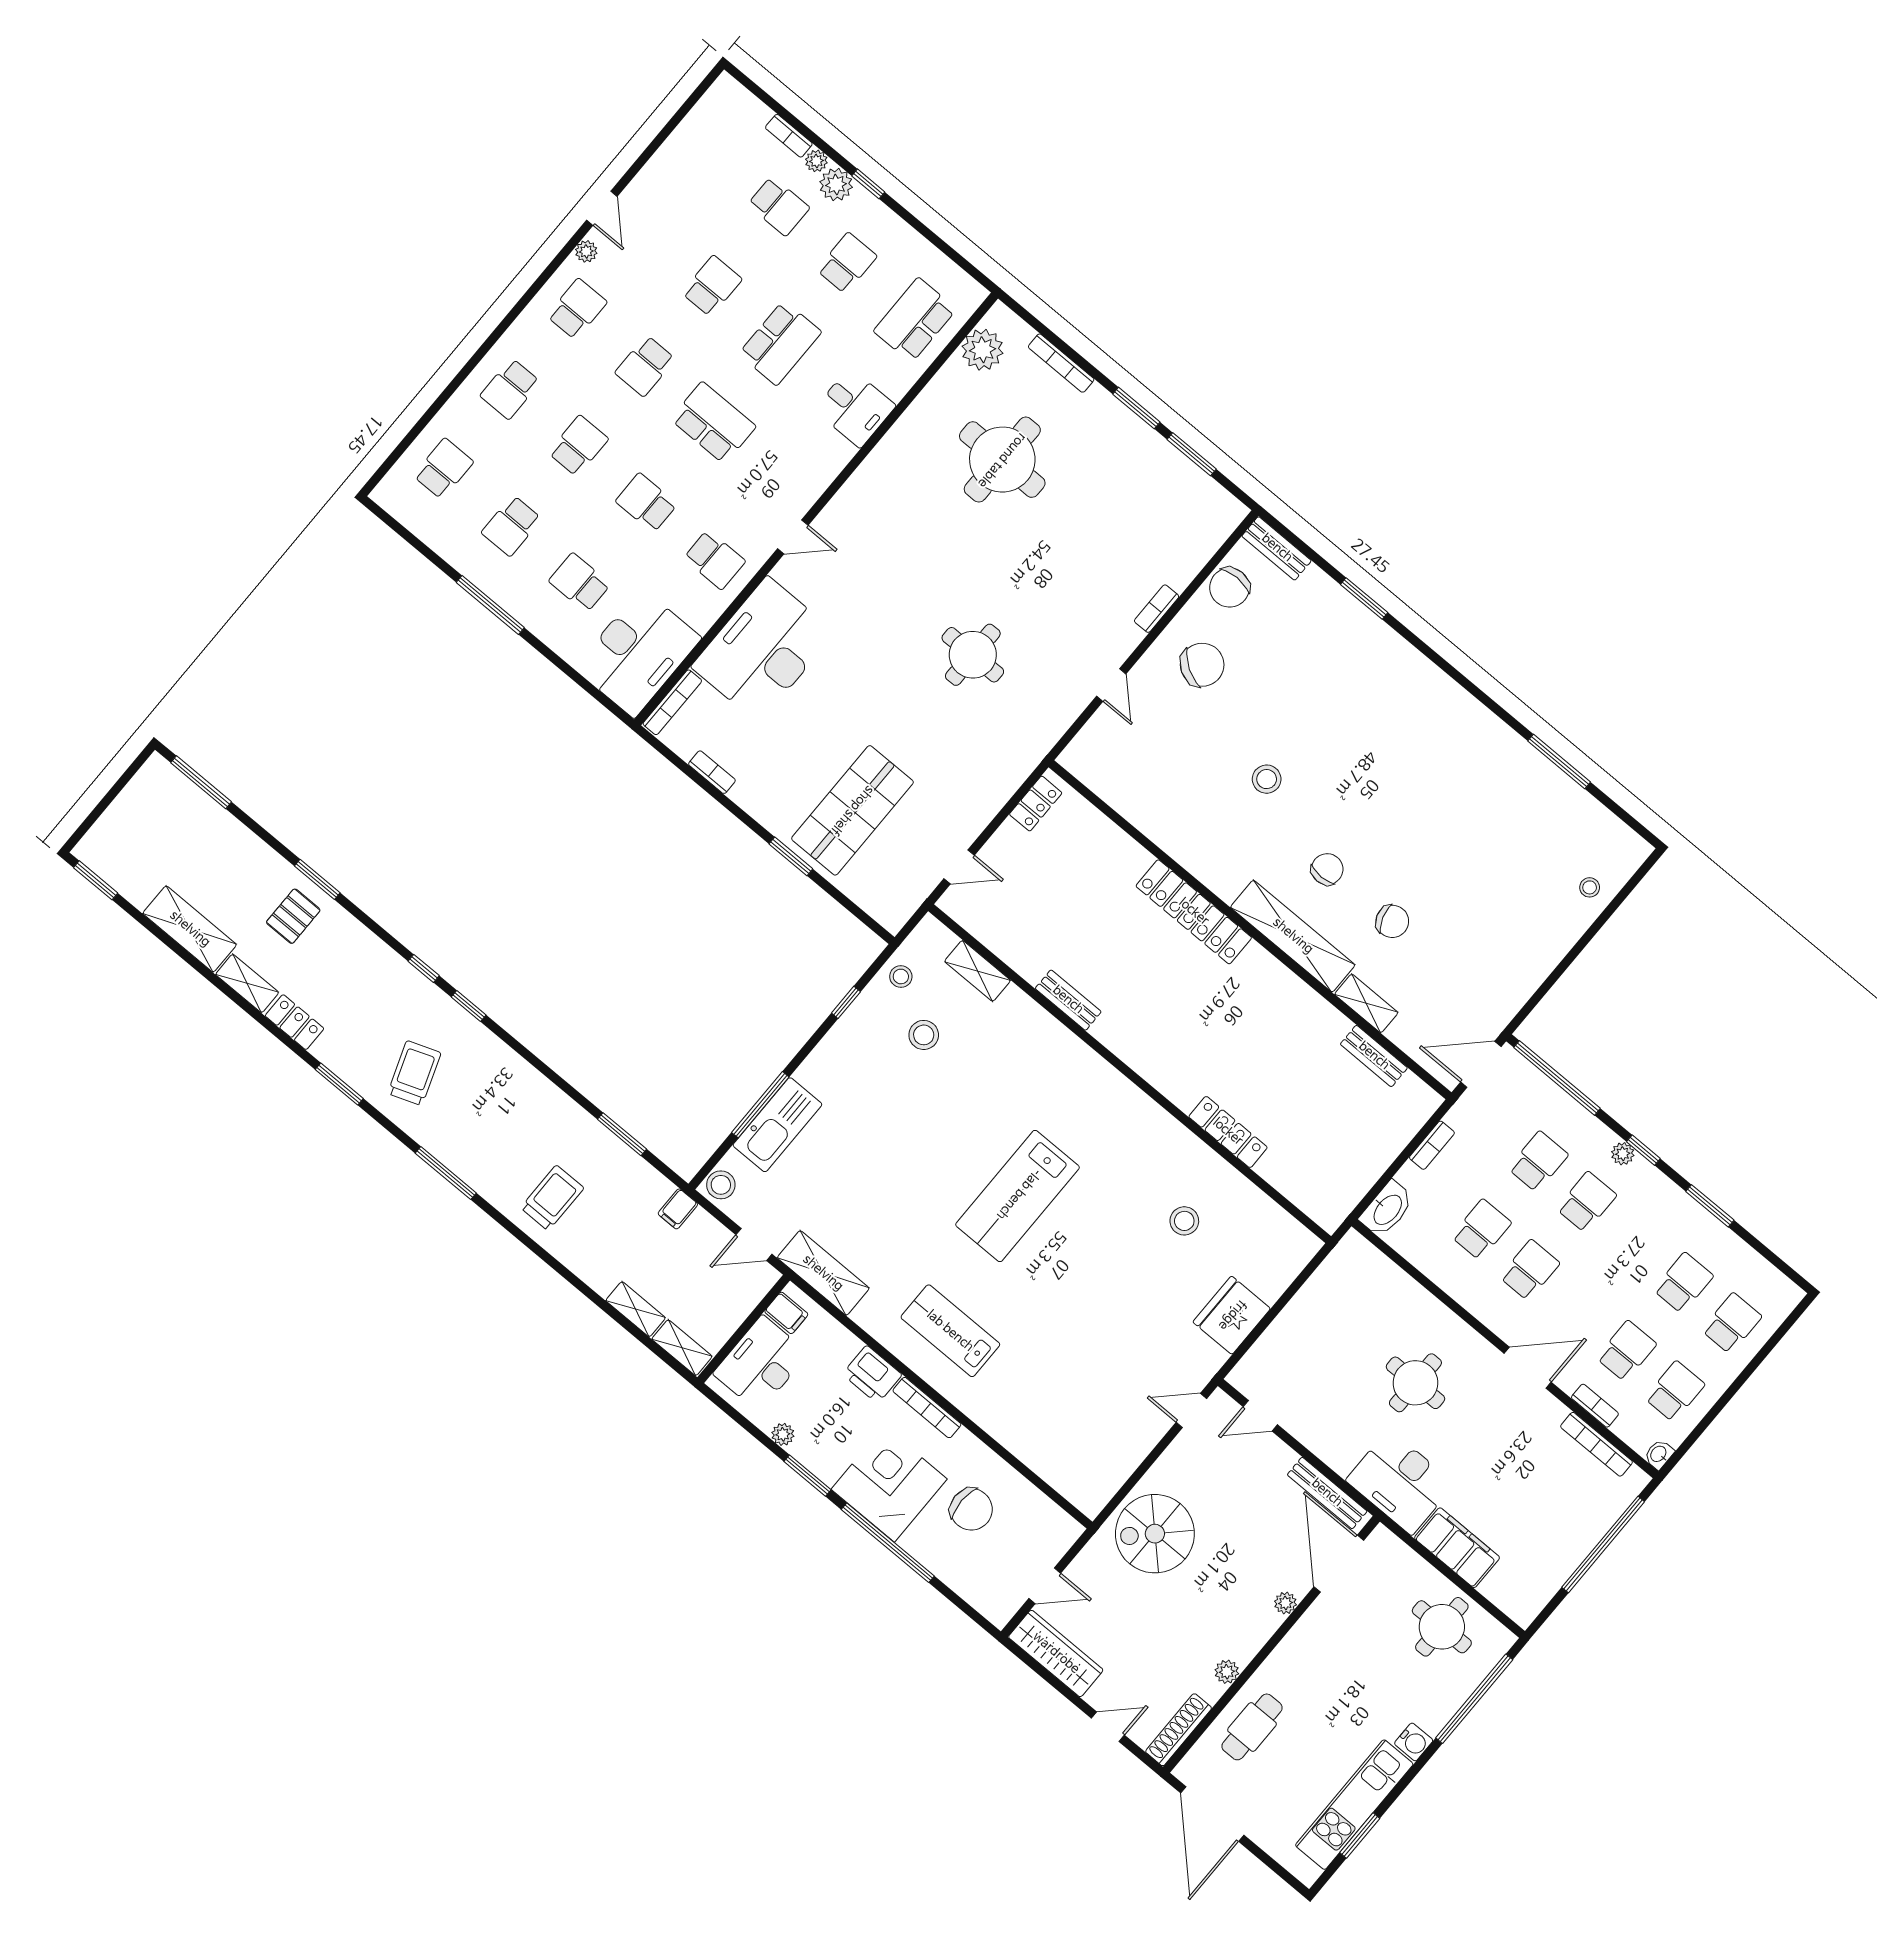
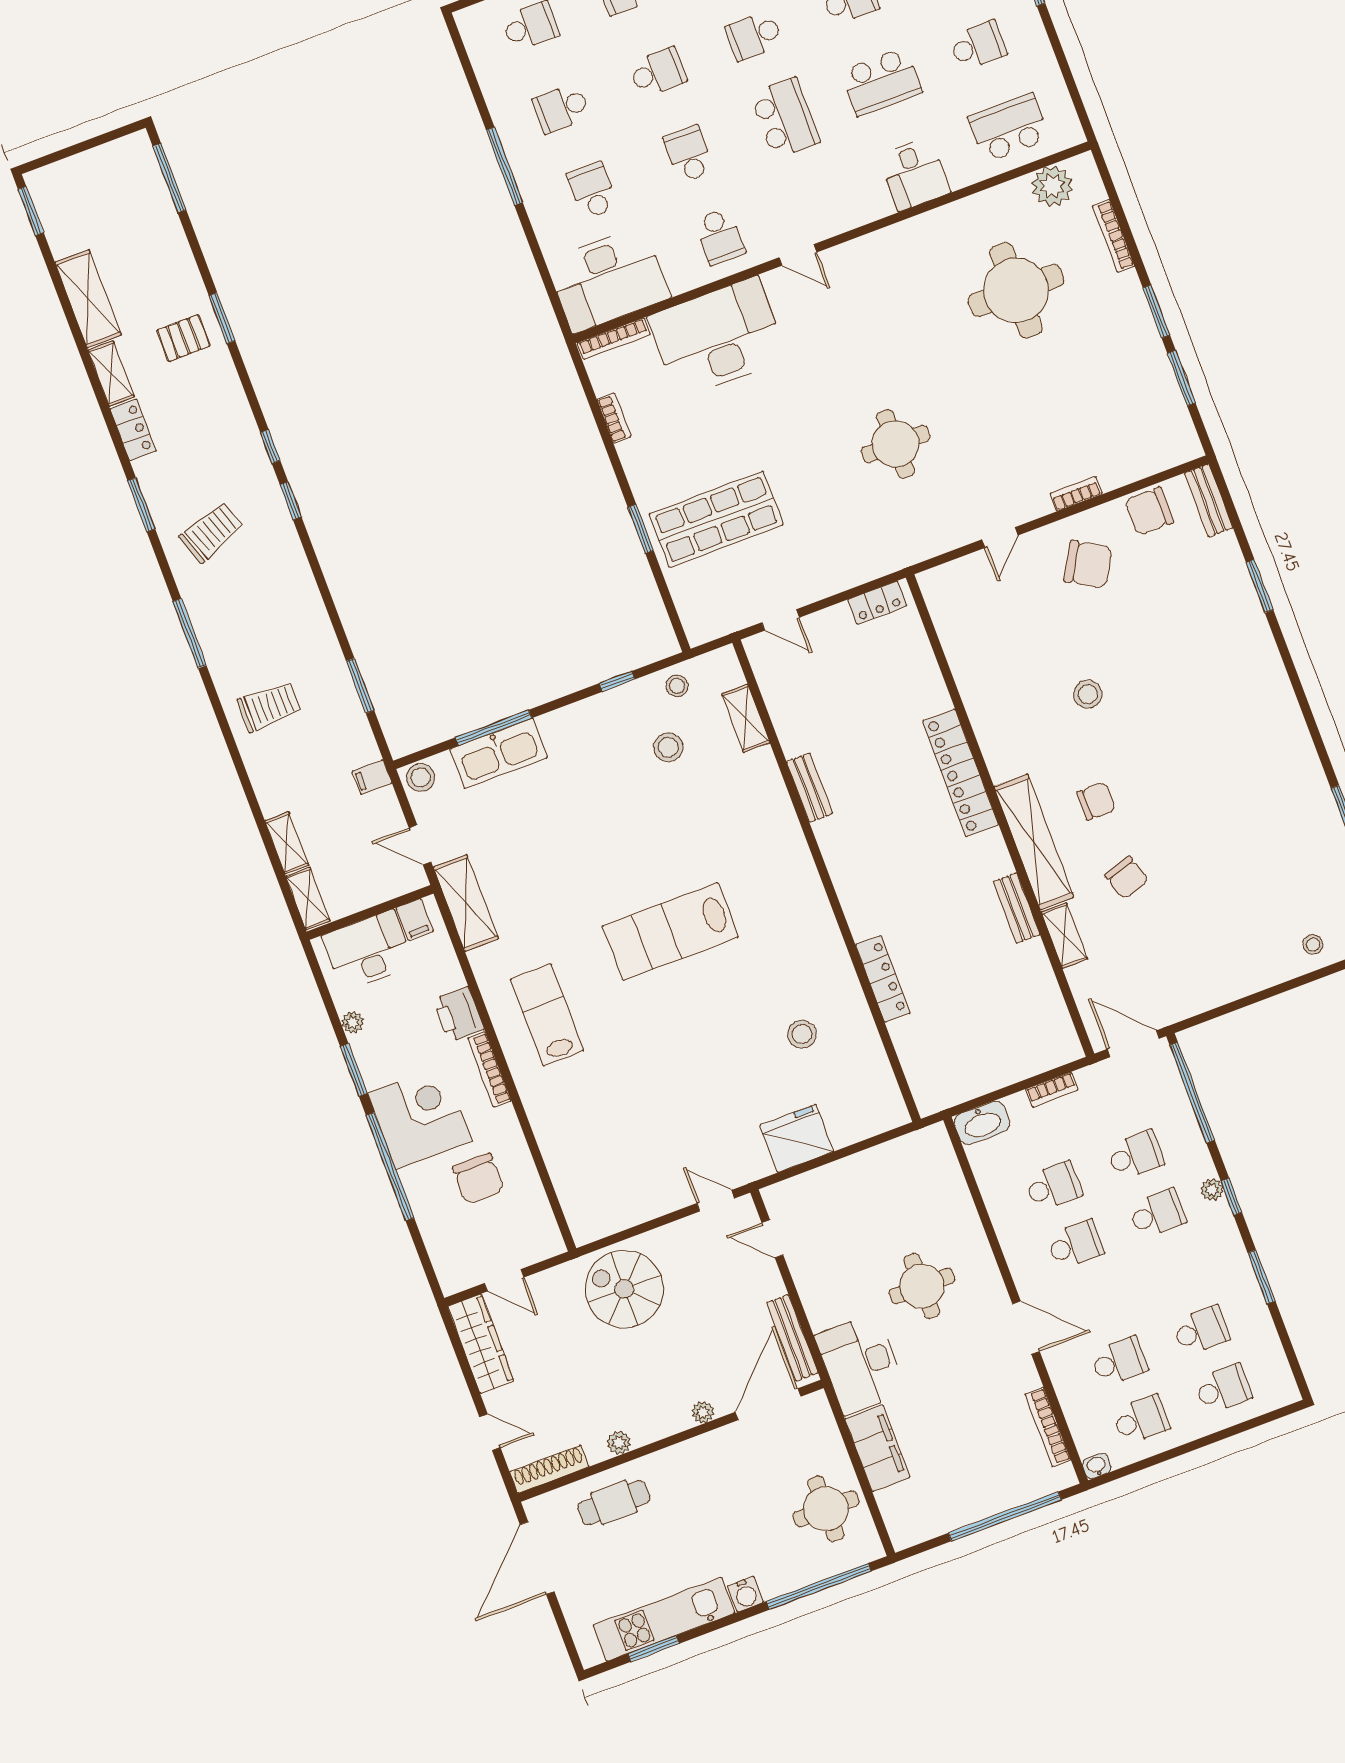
bench: (1374, 1056) -> (1017, 908), moved
bookcase: (1595, 1406) -> (1065, 1393), removed

